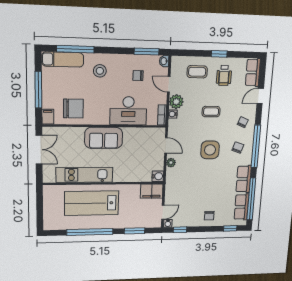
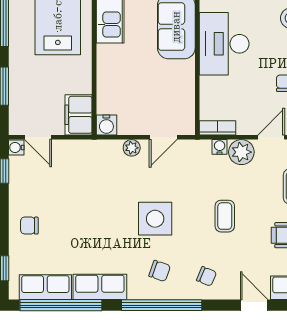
desk: (128, 111) -> (224, 44), moved

